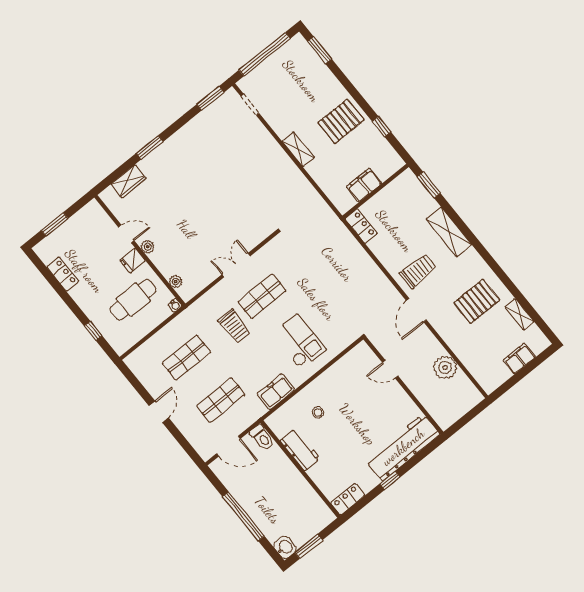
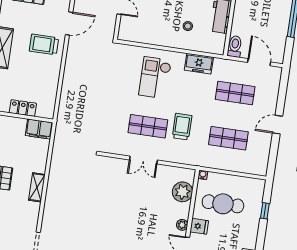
filing cabinet: (364, 185) -> (39, 129), moved
locker: (361, 226) -> (23, 108), moved, turned 90
plant: (176, 282) -> (182, 192), width x1.88, depth x1.88

